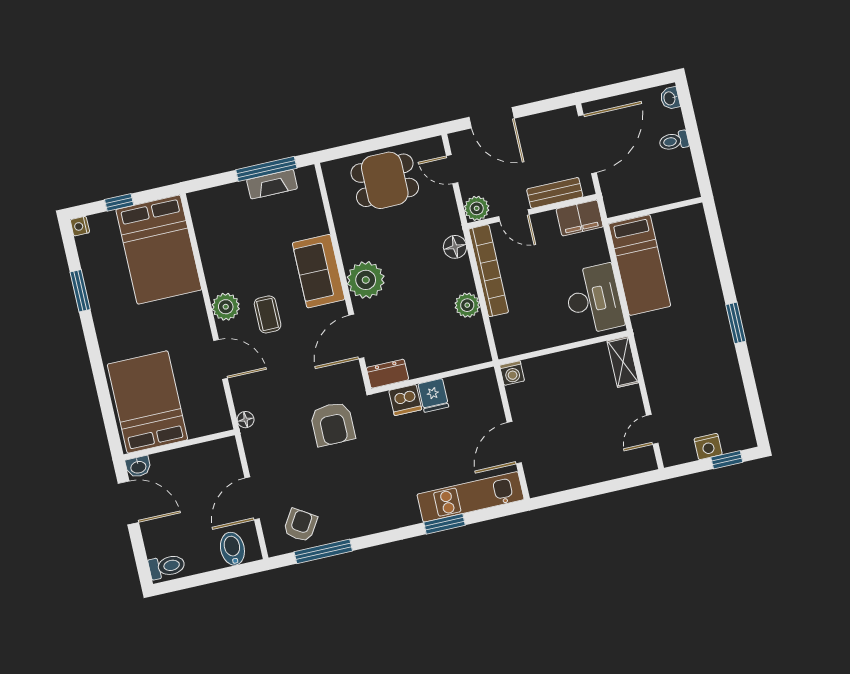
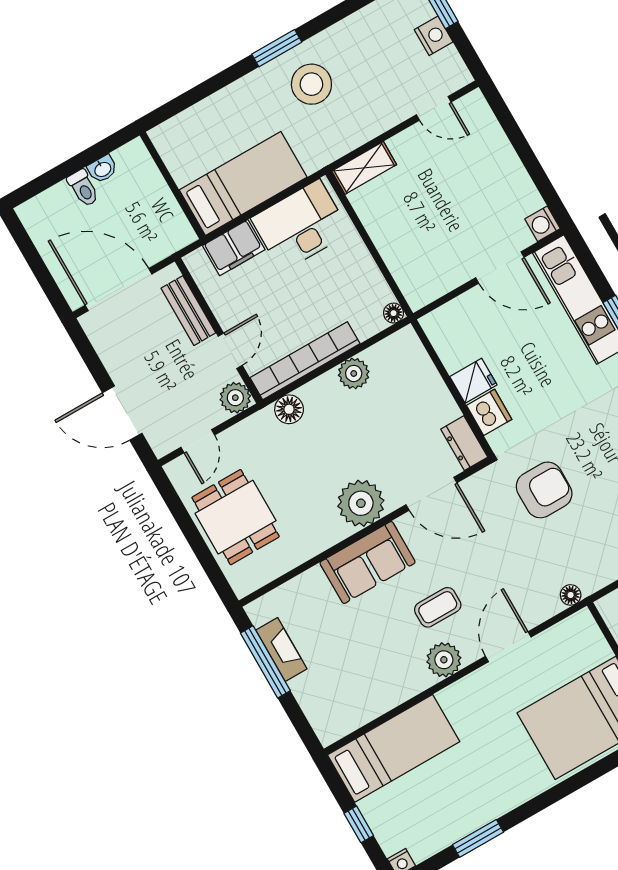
washbasin: (670, 98) -> (103, 169), moved
door: (492, 118) -> (122, 413), swing flipped
filing cabinet: (580, 218) -> (234, 248), moved, turned 90
bed: (159, 250) -> (394, 748), width x0.67
stool: (700, 341) -> (311, 84), added
floor lamp: (504, 350) -> (394, 313), added
washing machine: (512, 373) -> (542, 224), moved, turned 180

